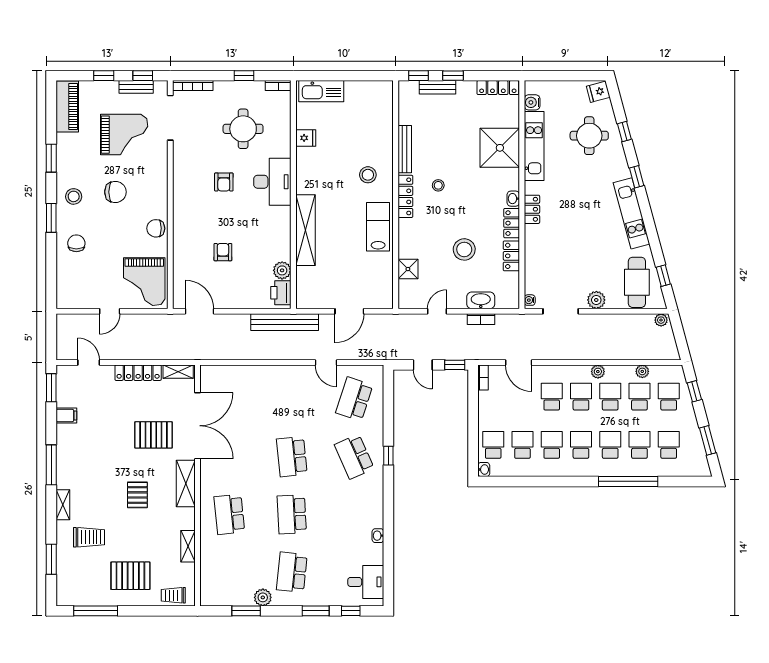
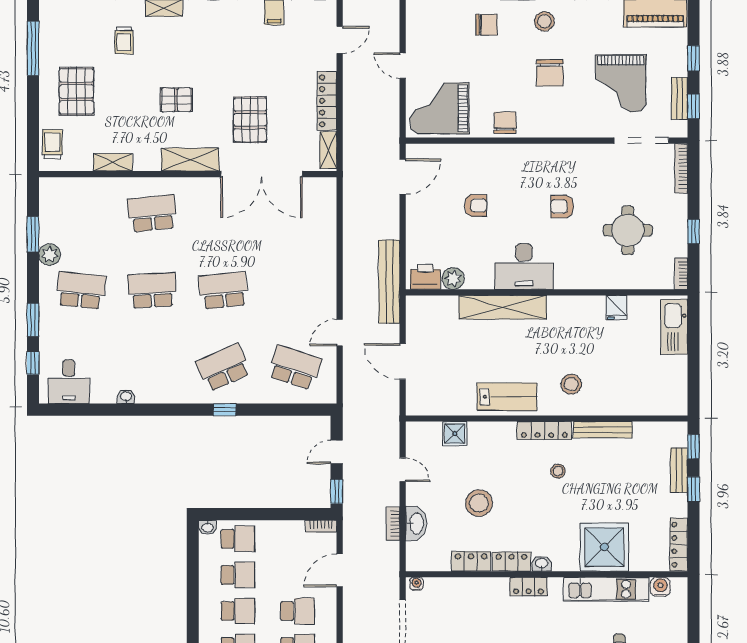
desk: (272, 182) -> (524, 266), moved
trolley: (89, 537) -> (124, 40), width x0.73, depth x0.72

